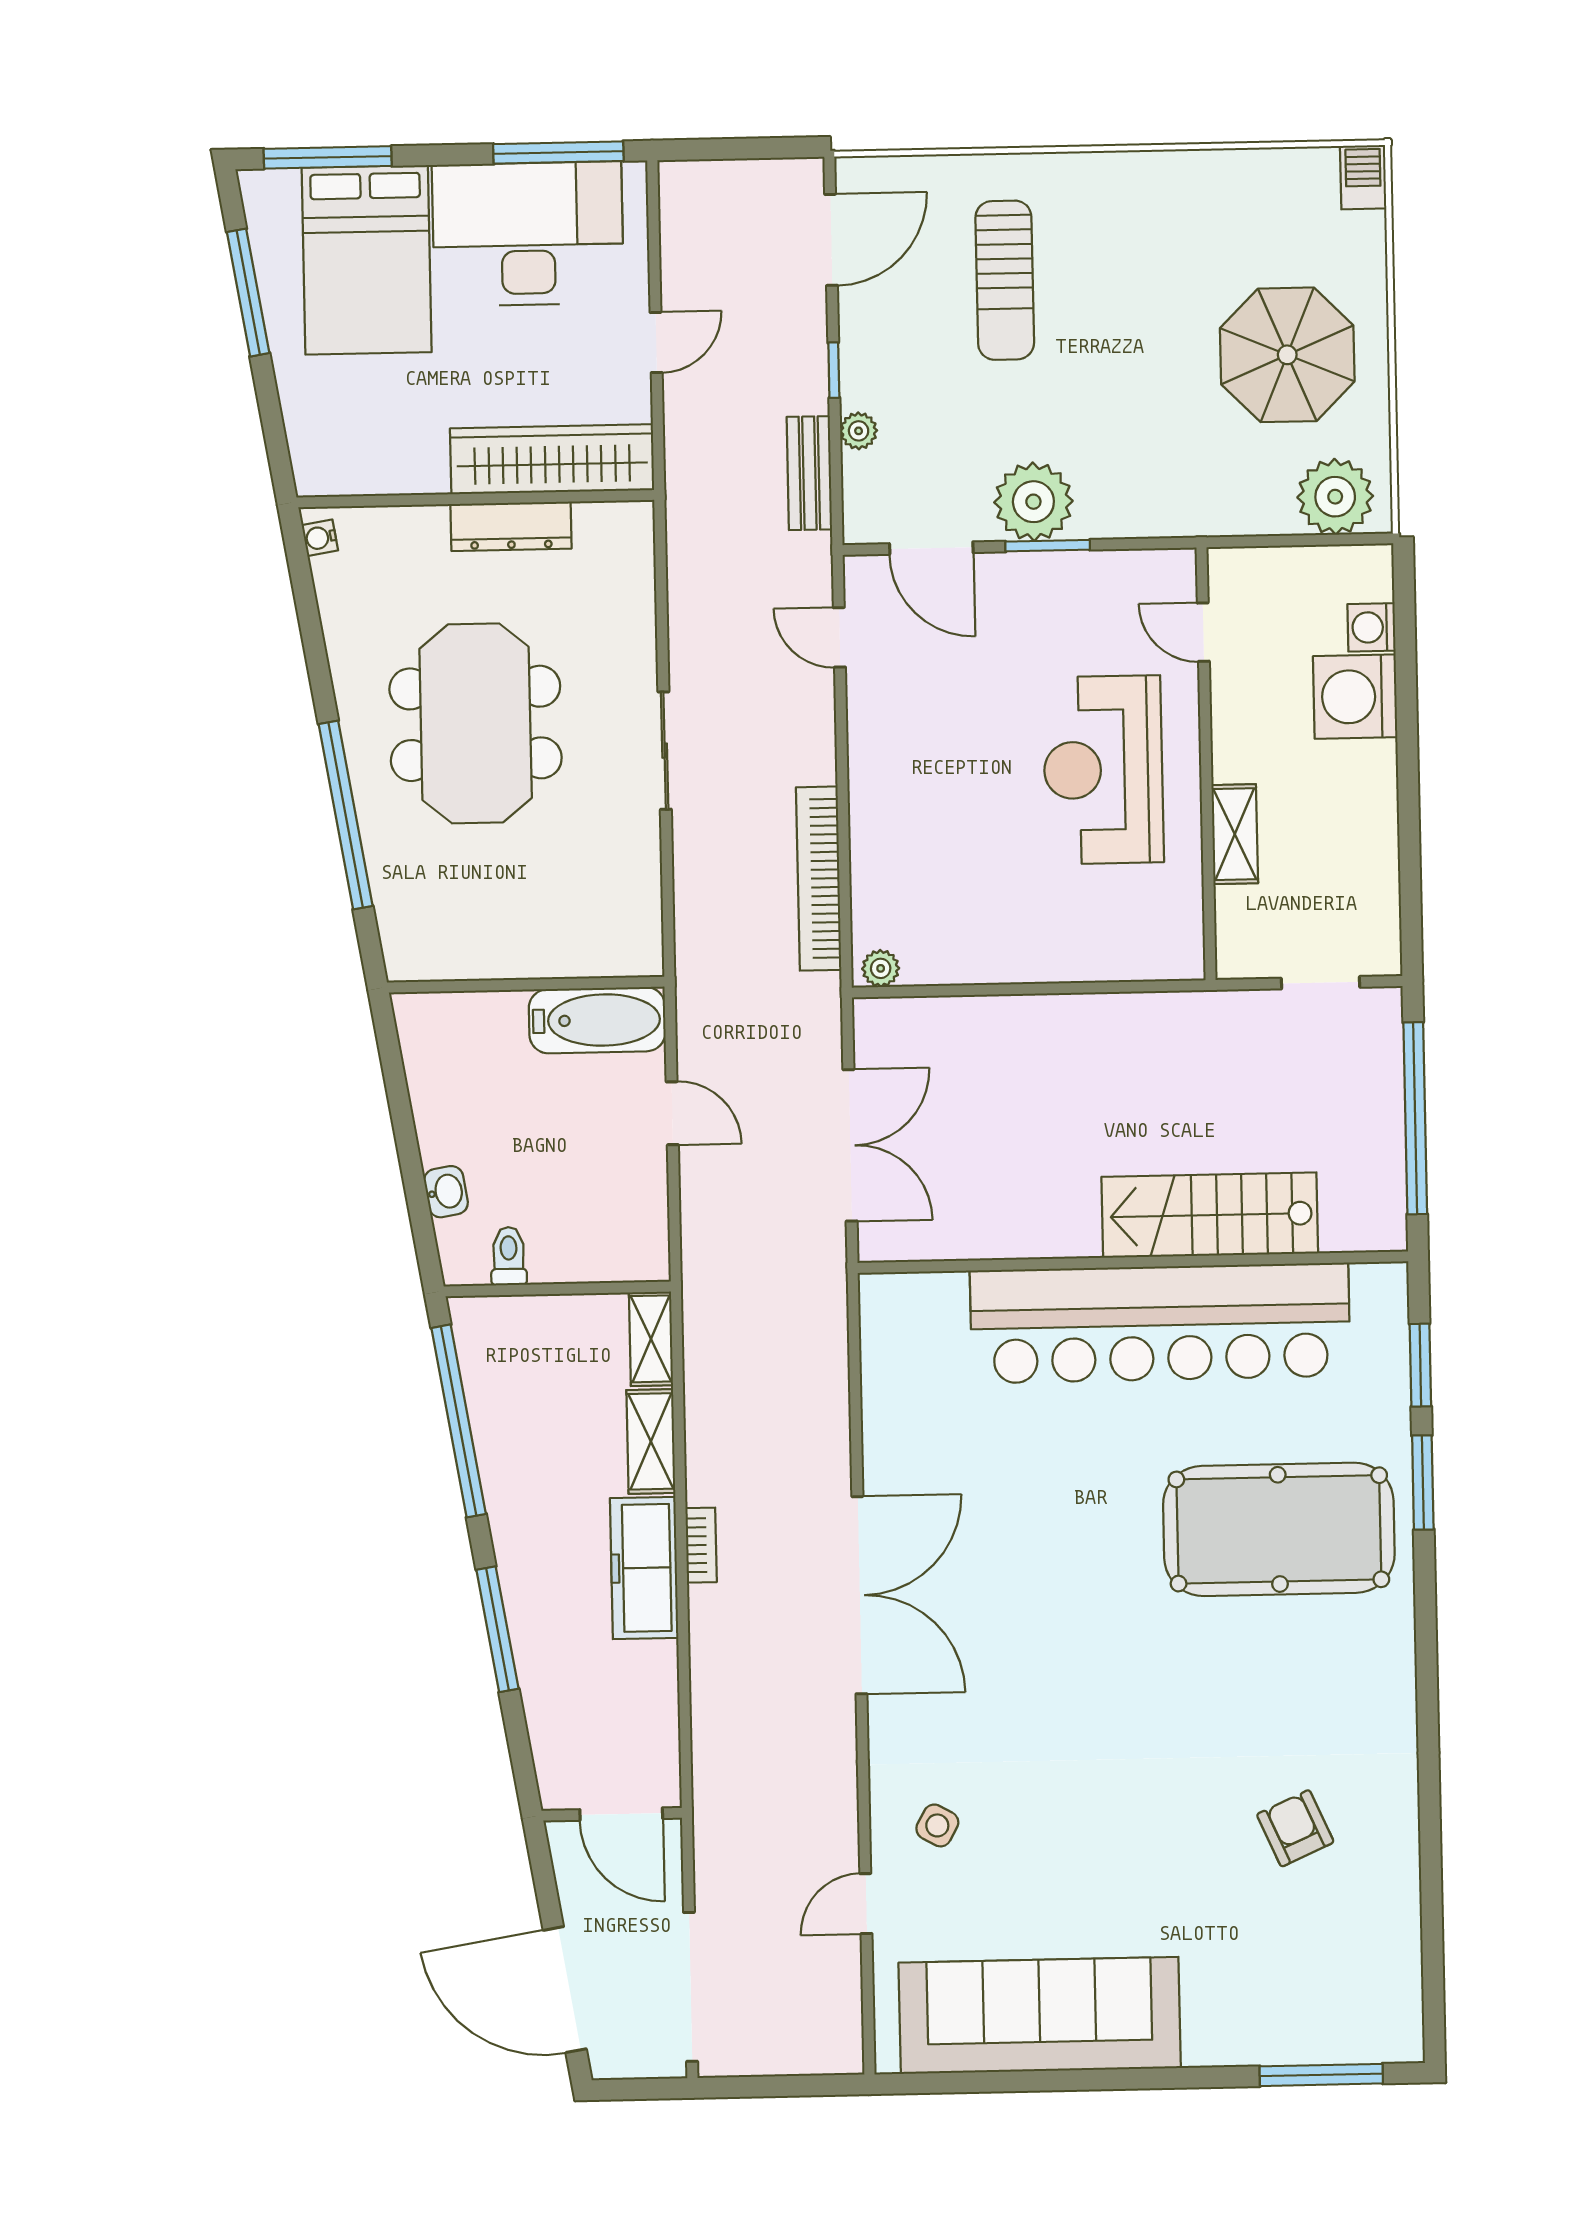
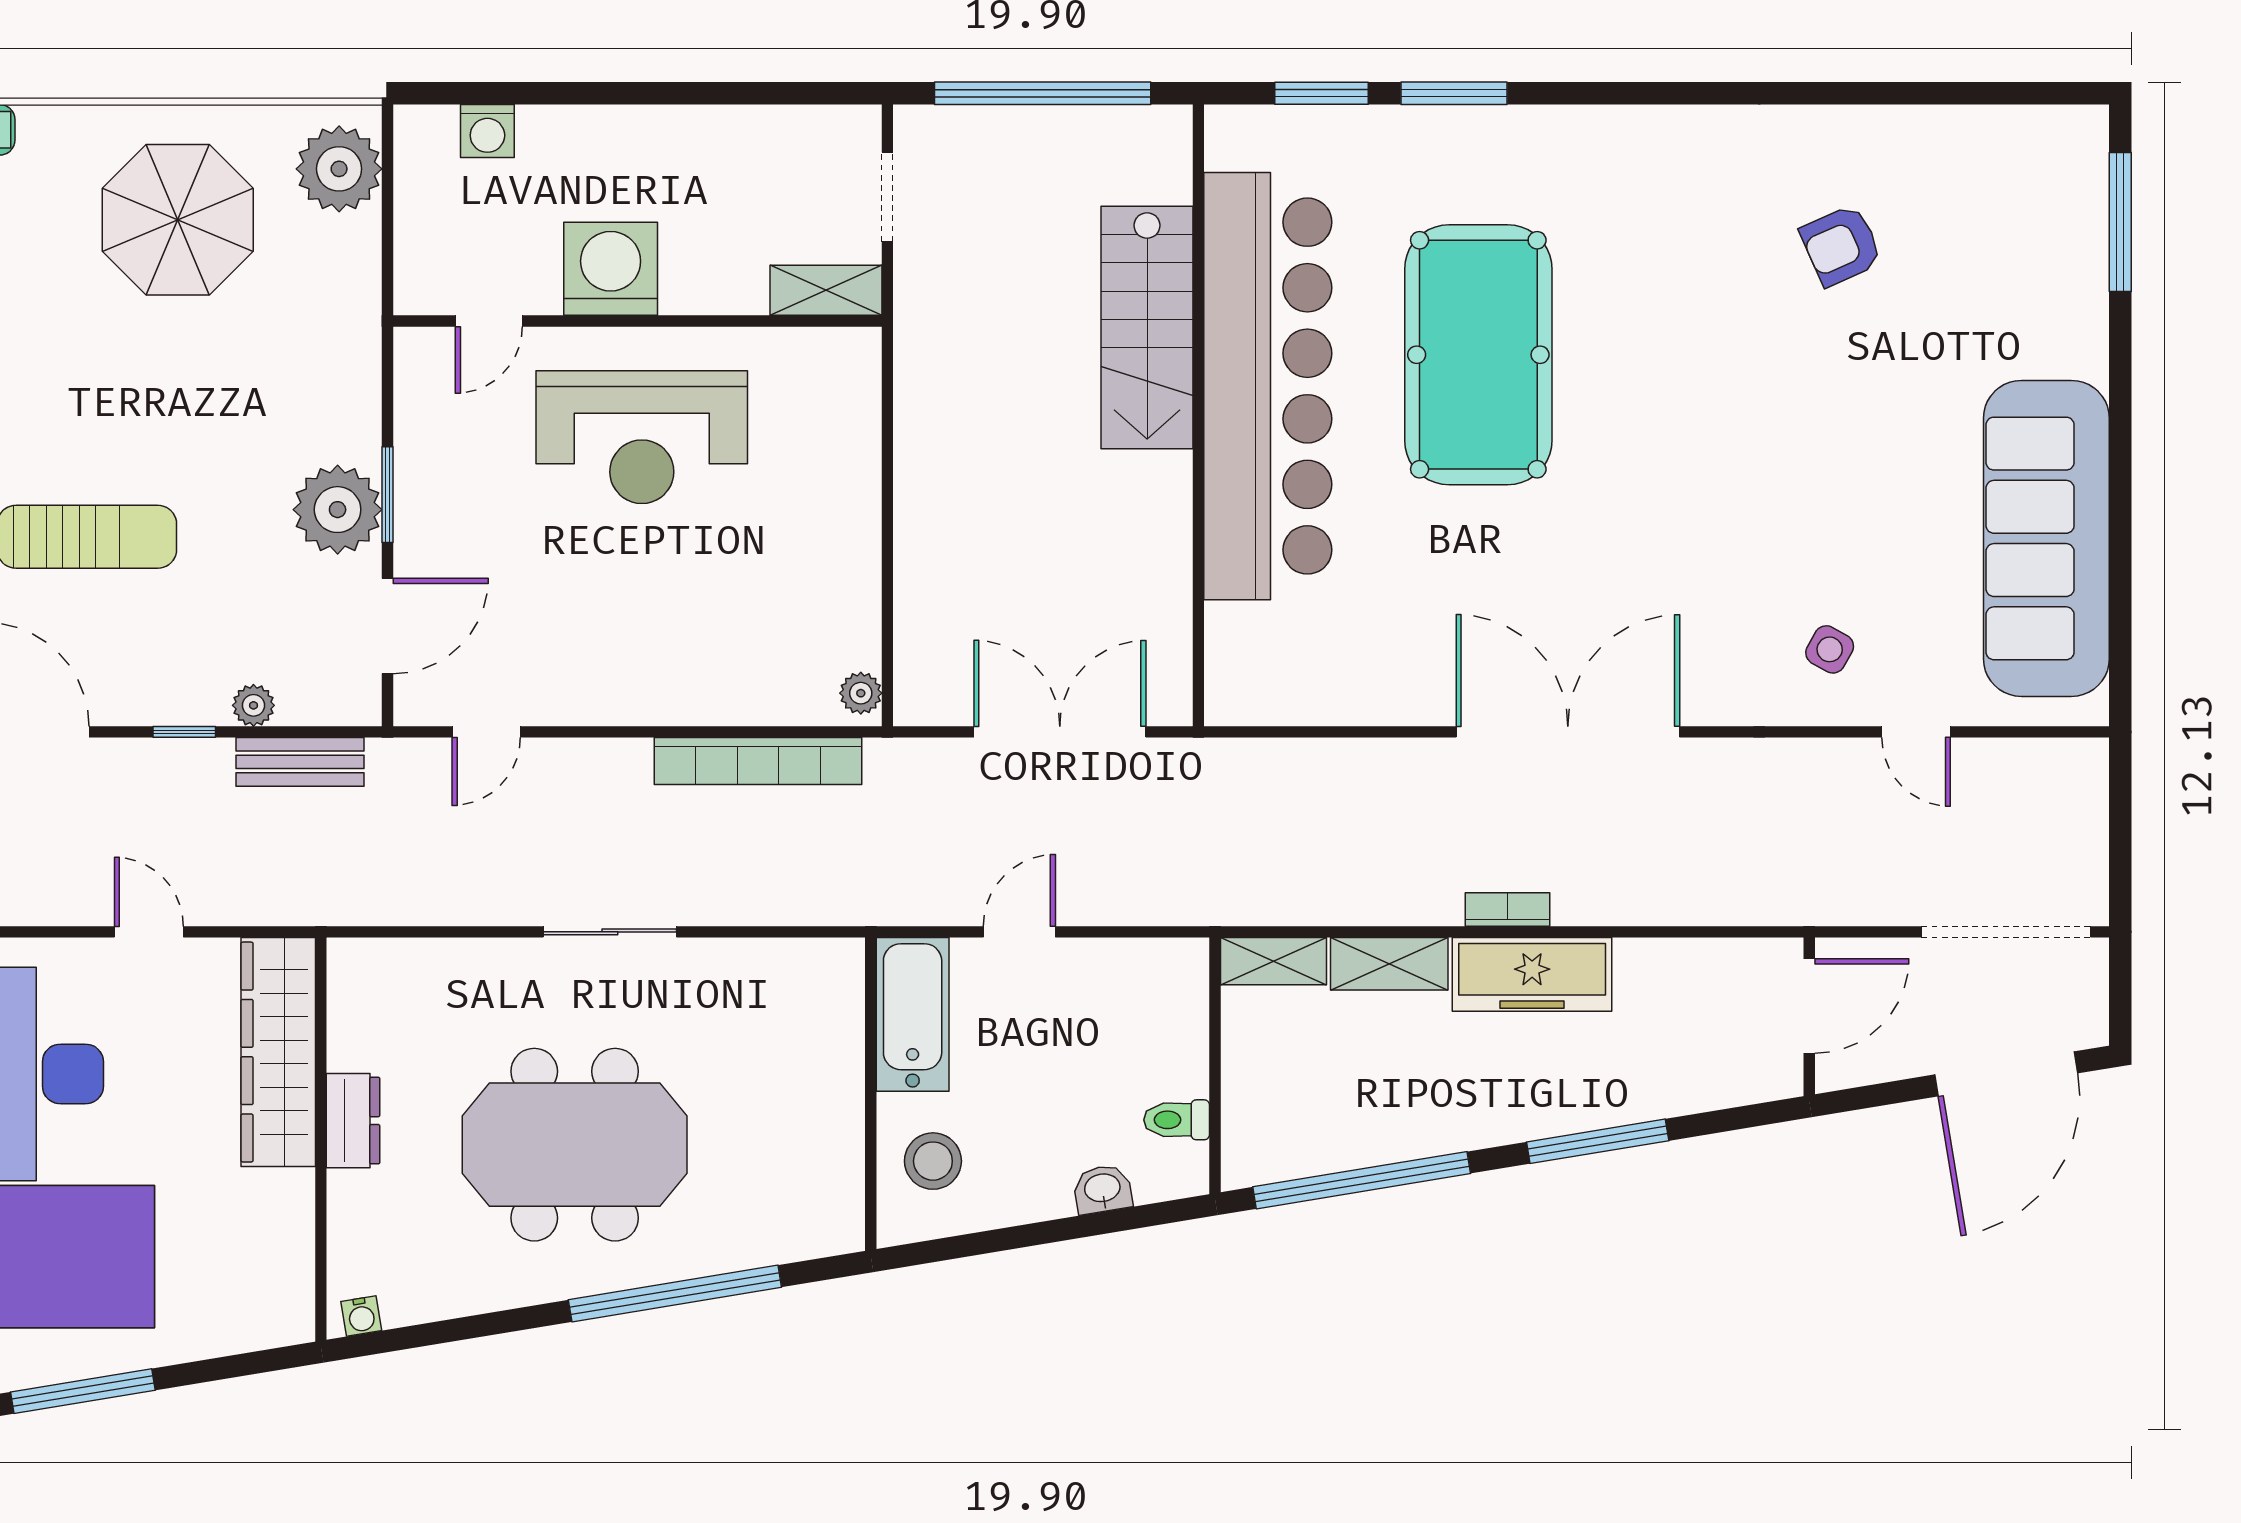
dresser: (511, 526) -> (353, 1121), width x0.70
washing machine: (1355, 697) -> (611, 269), moved, turned 180
shelving: (1235, 834) -> (826, 290), moved
stool: (468, 1041) -> (933, 1161), added
pool table: (1279, 1529) -> (1478, 355), moved

